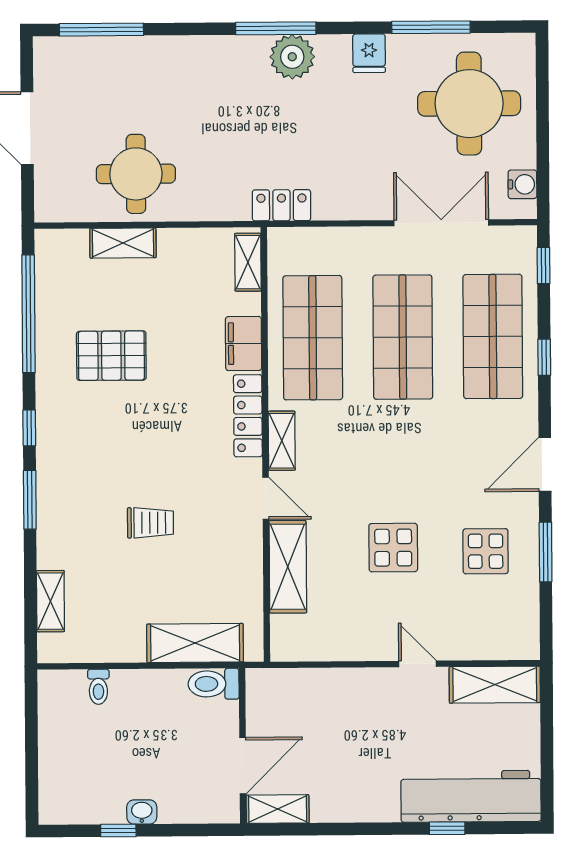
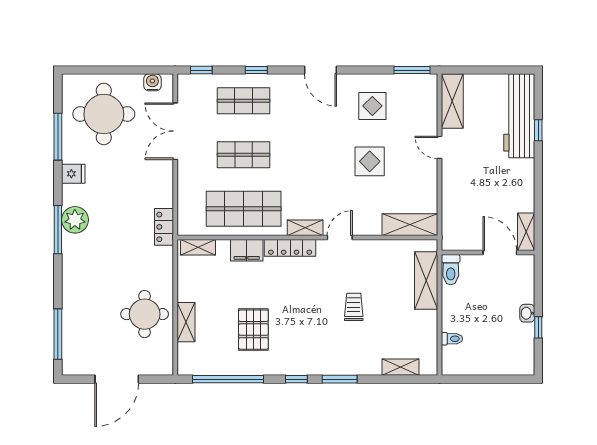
shop shelf: (493, 336) -> (244, 101), width x0.70, depth x0.74
shop shelf: (403, 337) -> (244, 155), width x0.70, depth x0.74
window: (546, 552) -> (412, 70), moved
shelving: (288, 567) -> (410, 225), moved
door: (417, 664) -> (440, 147), hinge flipped

